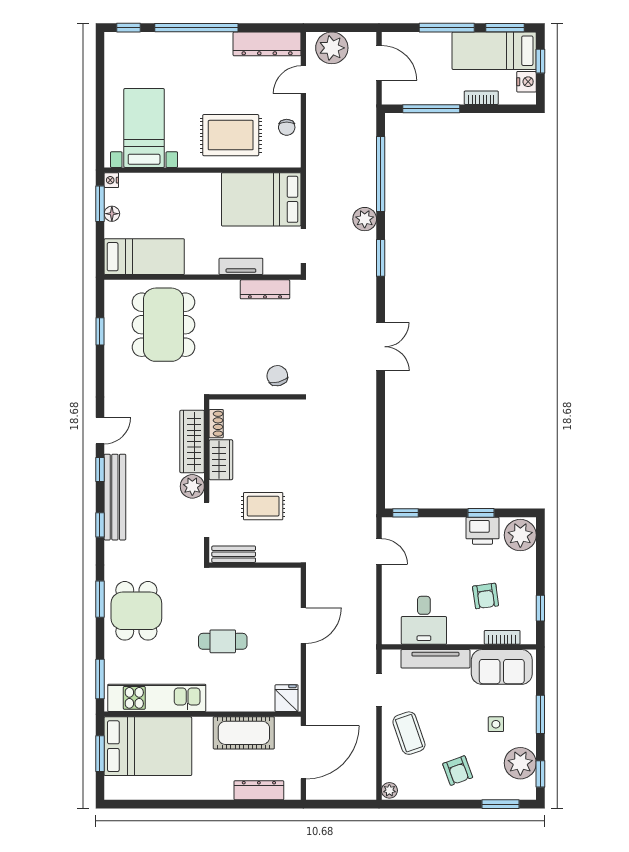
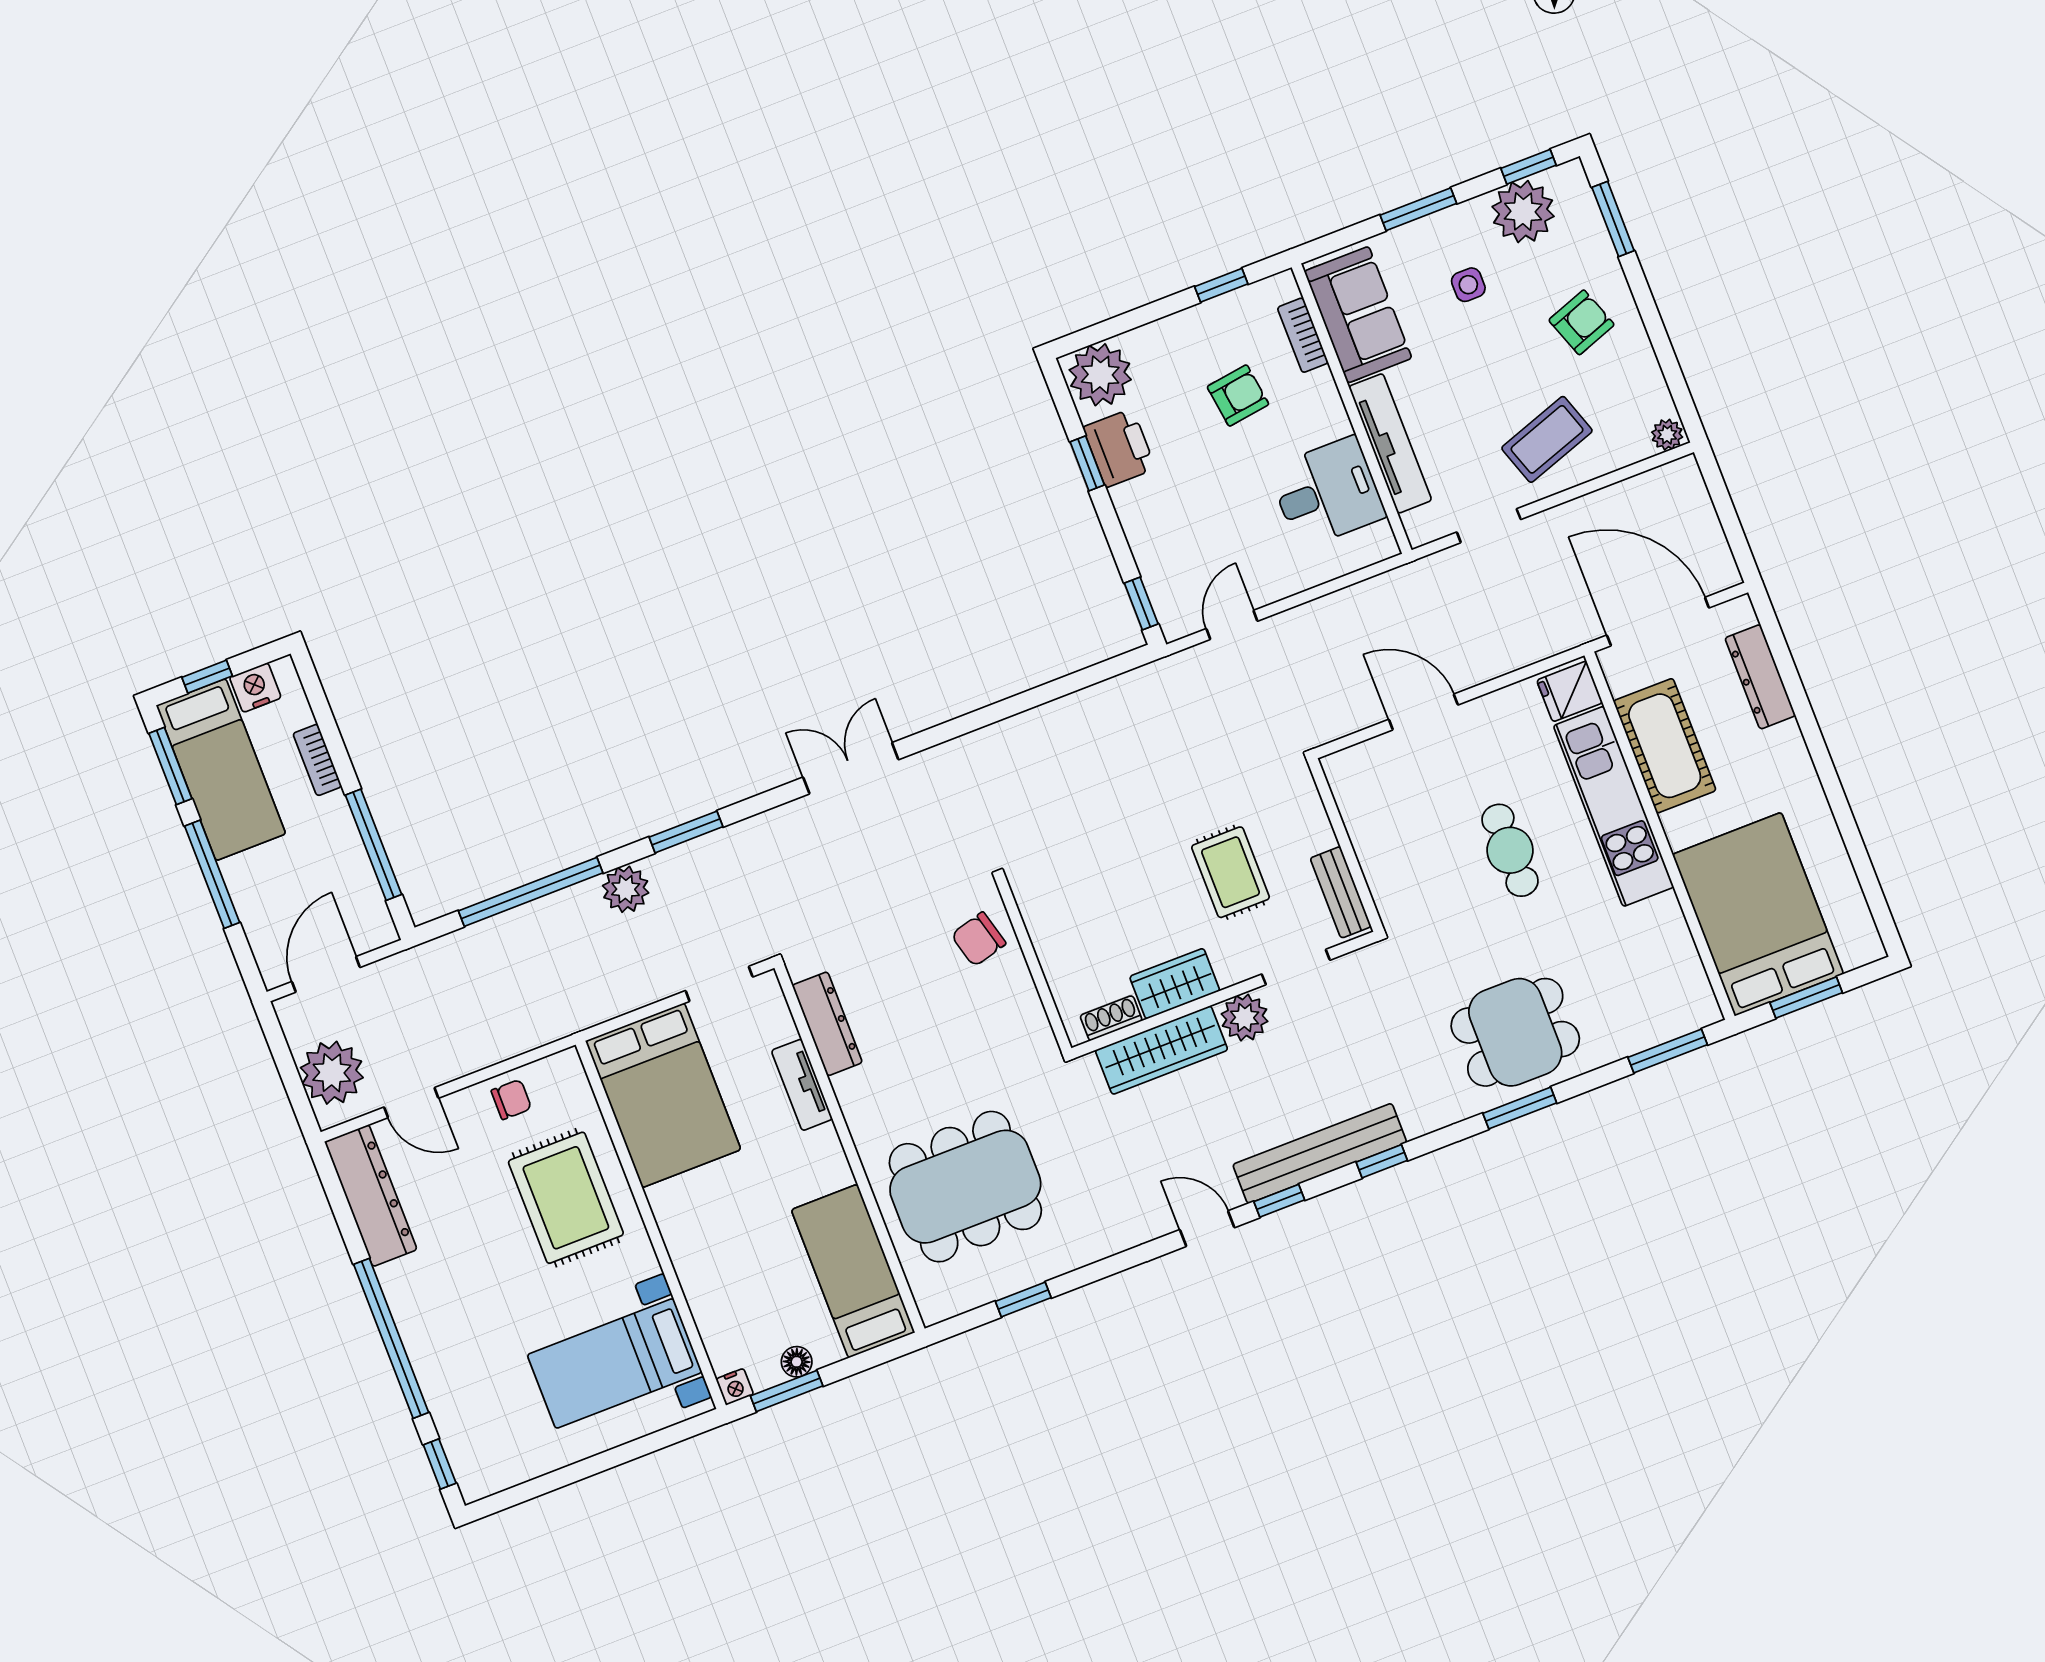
kitchen unit: (157, 698) -> (1614, 806), moved

